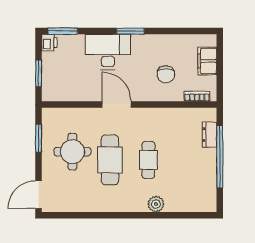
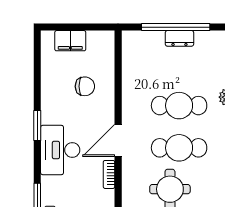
bookcase: (197, 96) -> (109, 174), moved
dresser: (209, 135) -> (179, 38), moved
cafe table: (148, 160) -> (179, 106), width x1.37, depth x1.35

